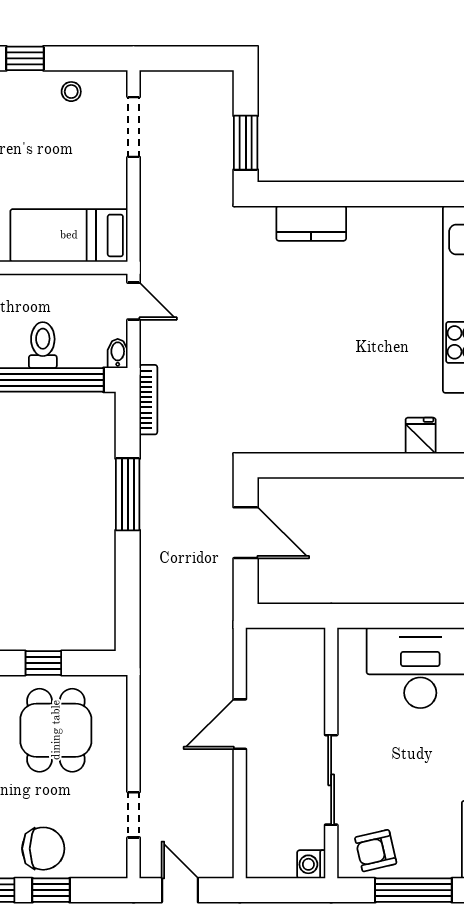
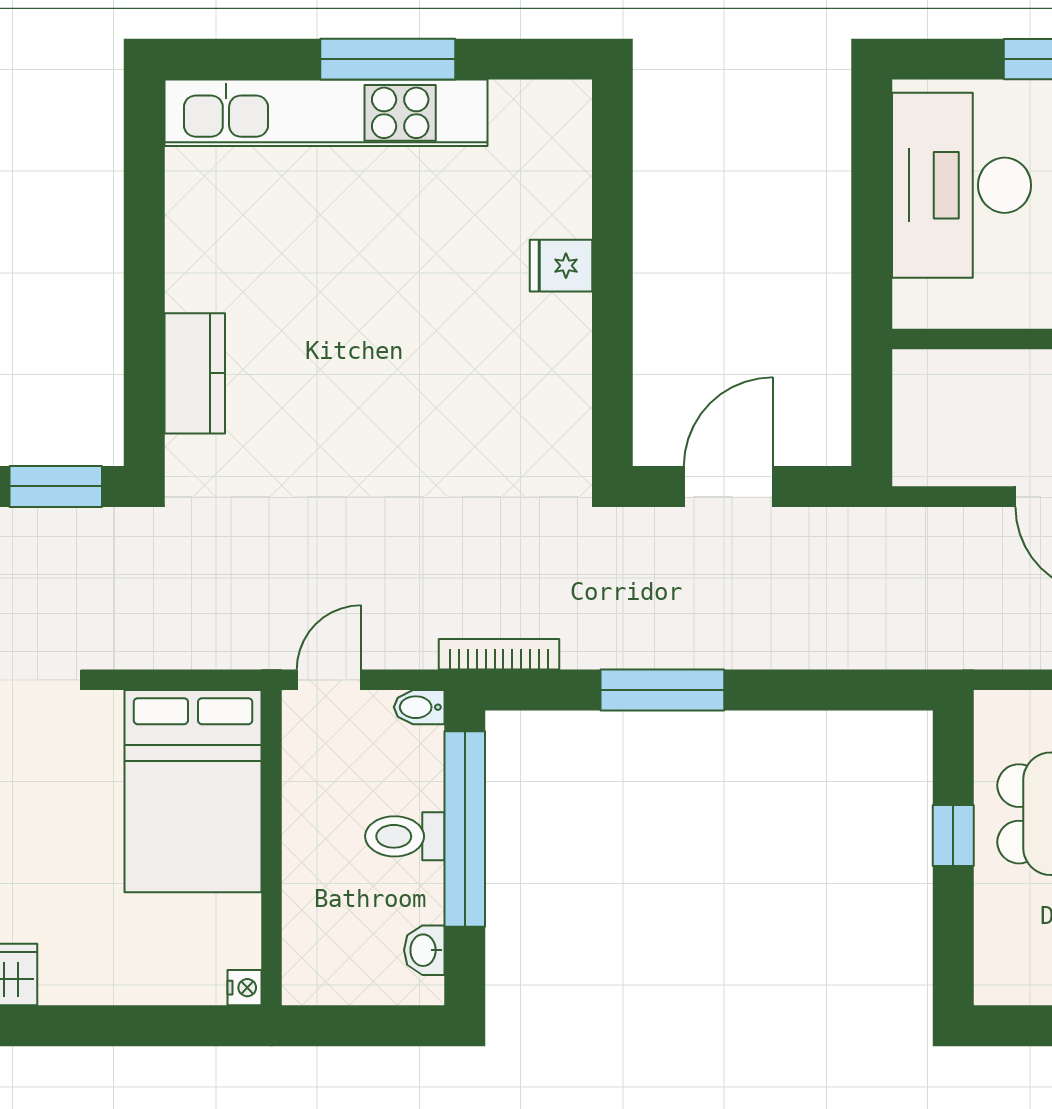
bed: (69, 235) -> (193, 791), width x1.50
fridge: (421, 436) -> (561, 266), moved

